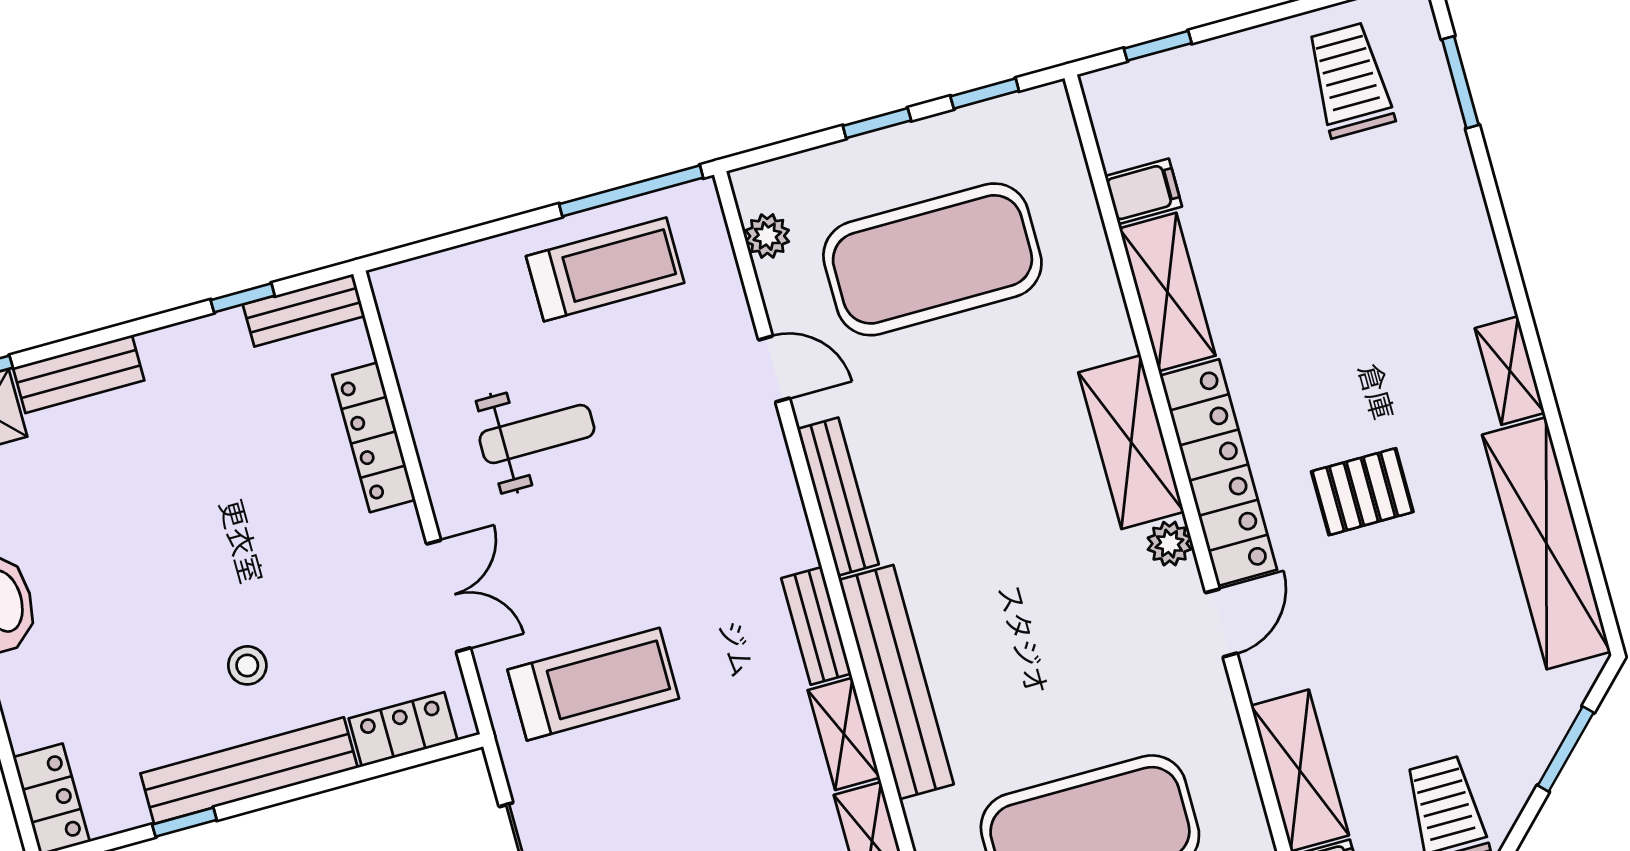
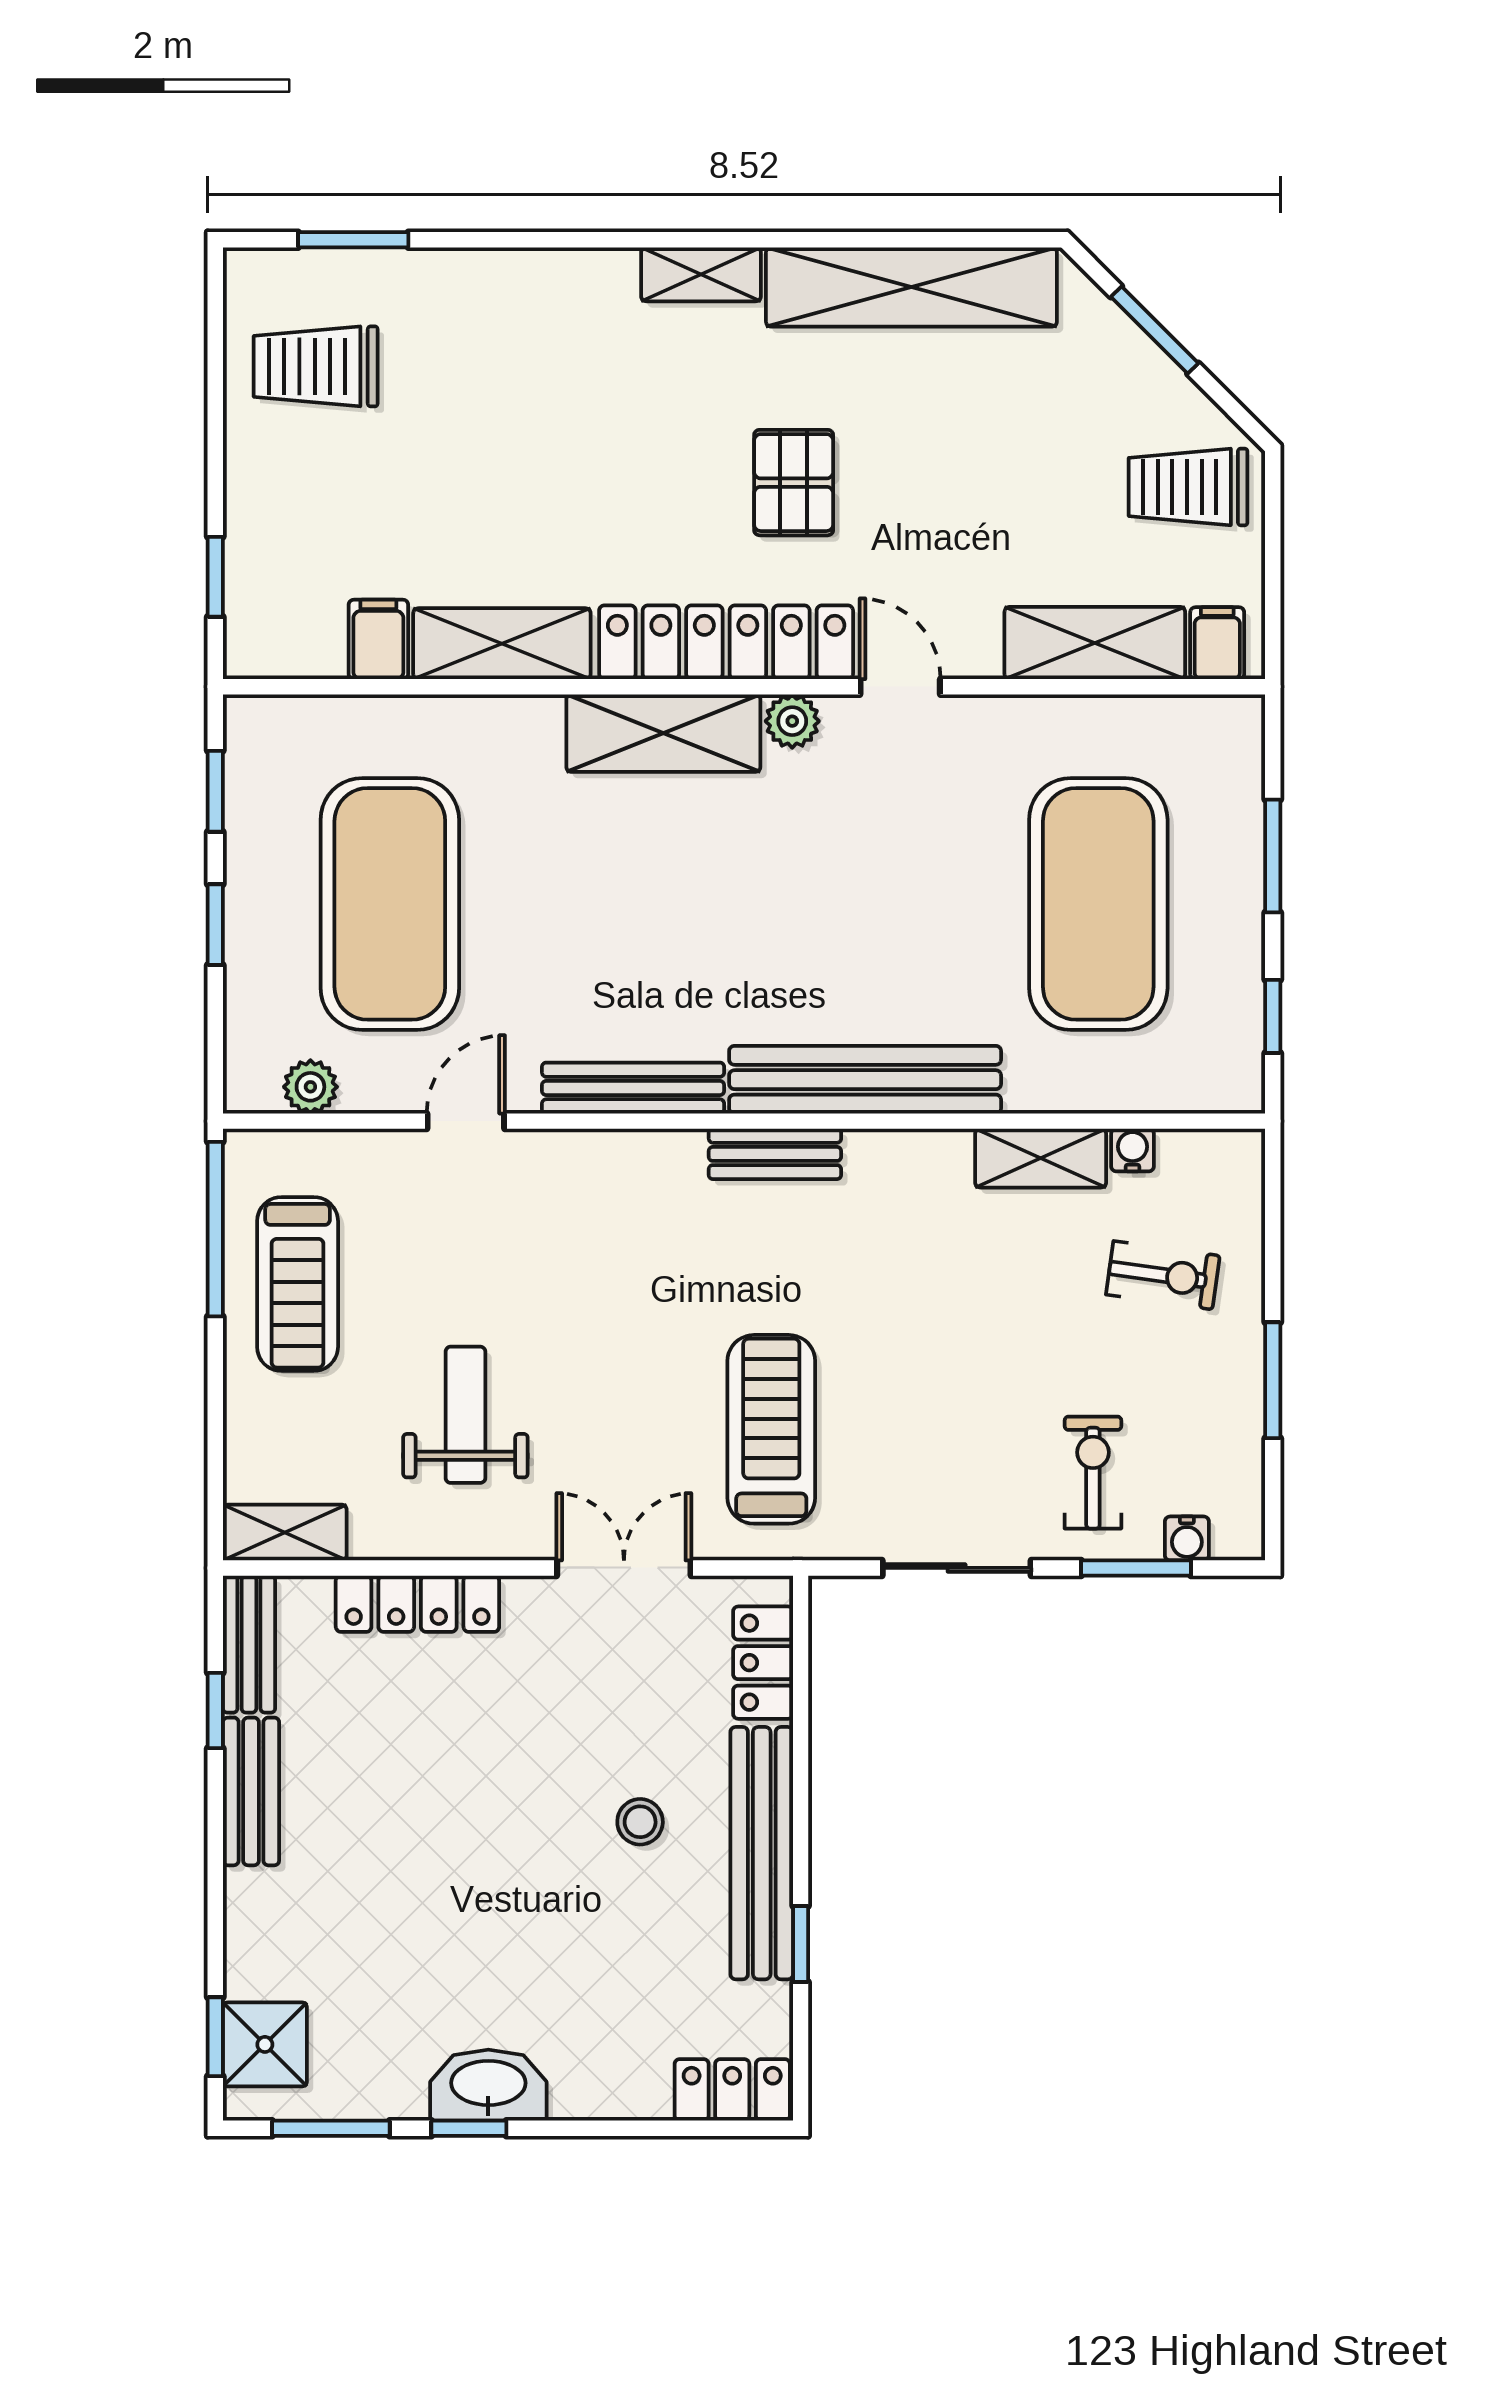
treadmill: (605, 269) -> (298, 1284), turned 180
bench: (79, 374) -> (251, 1791), moved
shelving: (844, 734) -> (285, 1533), moved

